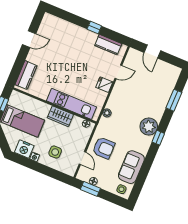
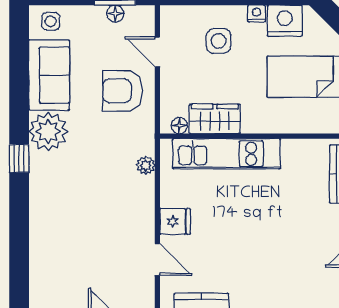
door: (118, 72) -> (157, 259), swing flipped
window: (174, 100) -> (19, 249), removed
wardrobe: (60, 116) -> (215, 119), moved
plant: (149, 127) -> (48, 132), moved

